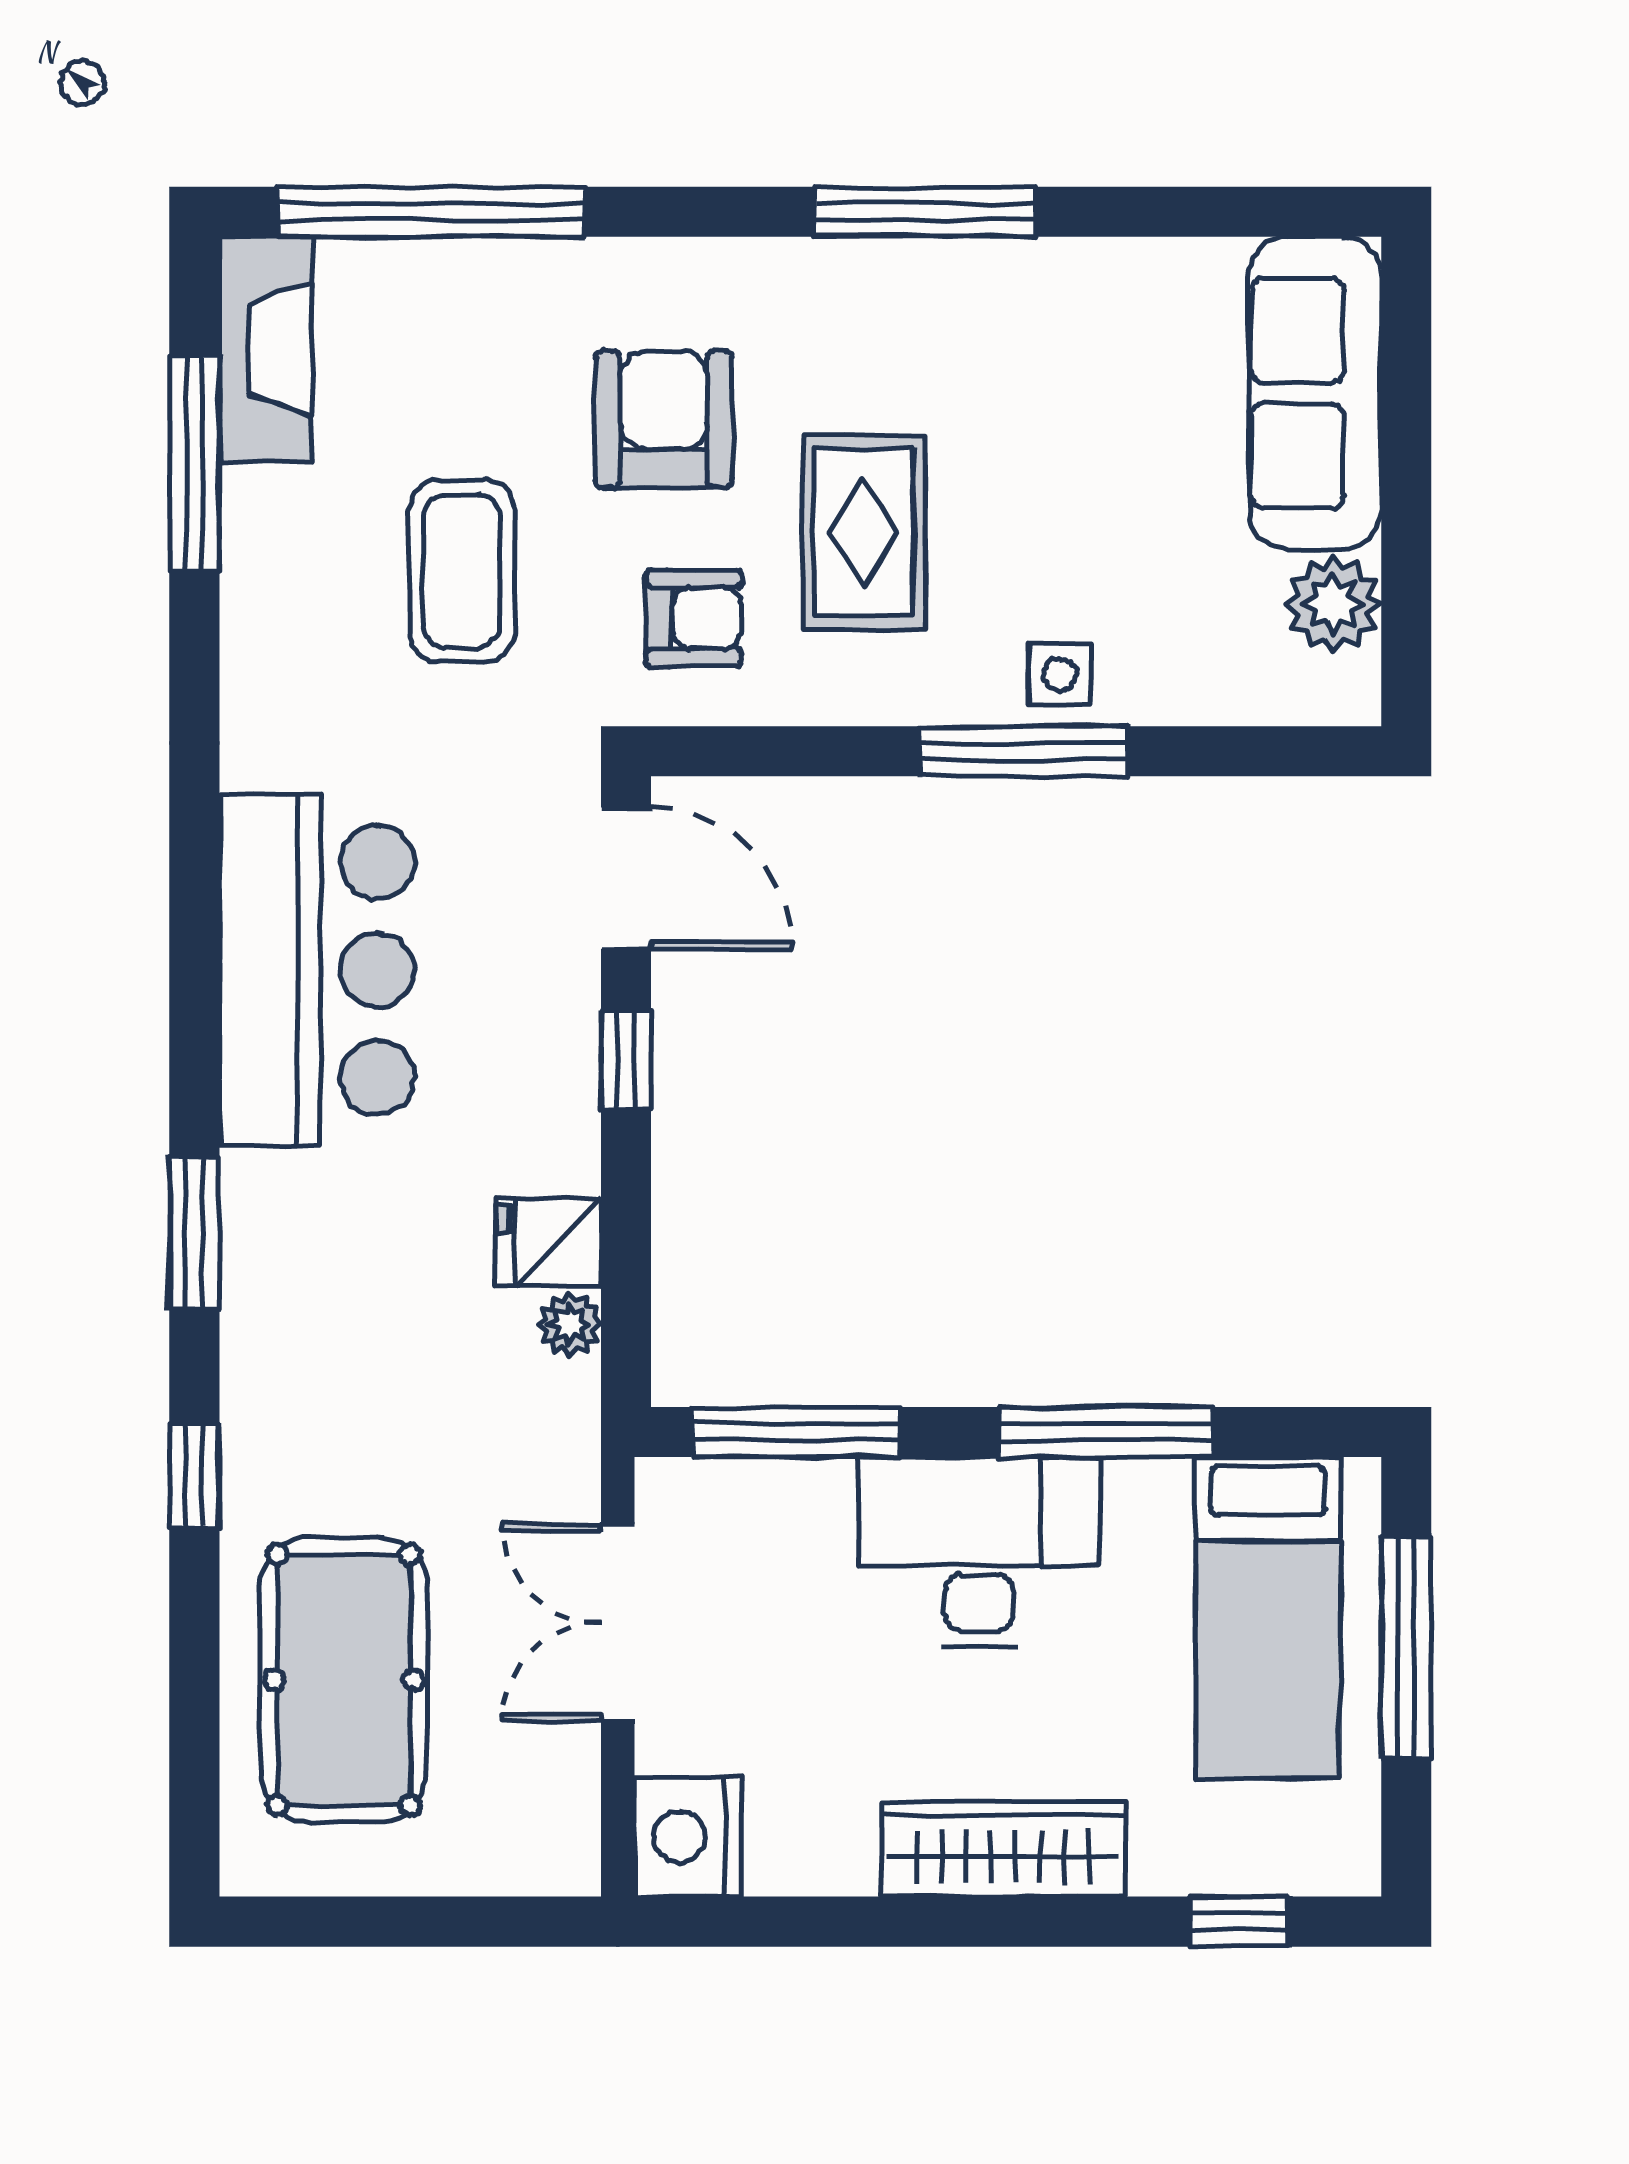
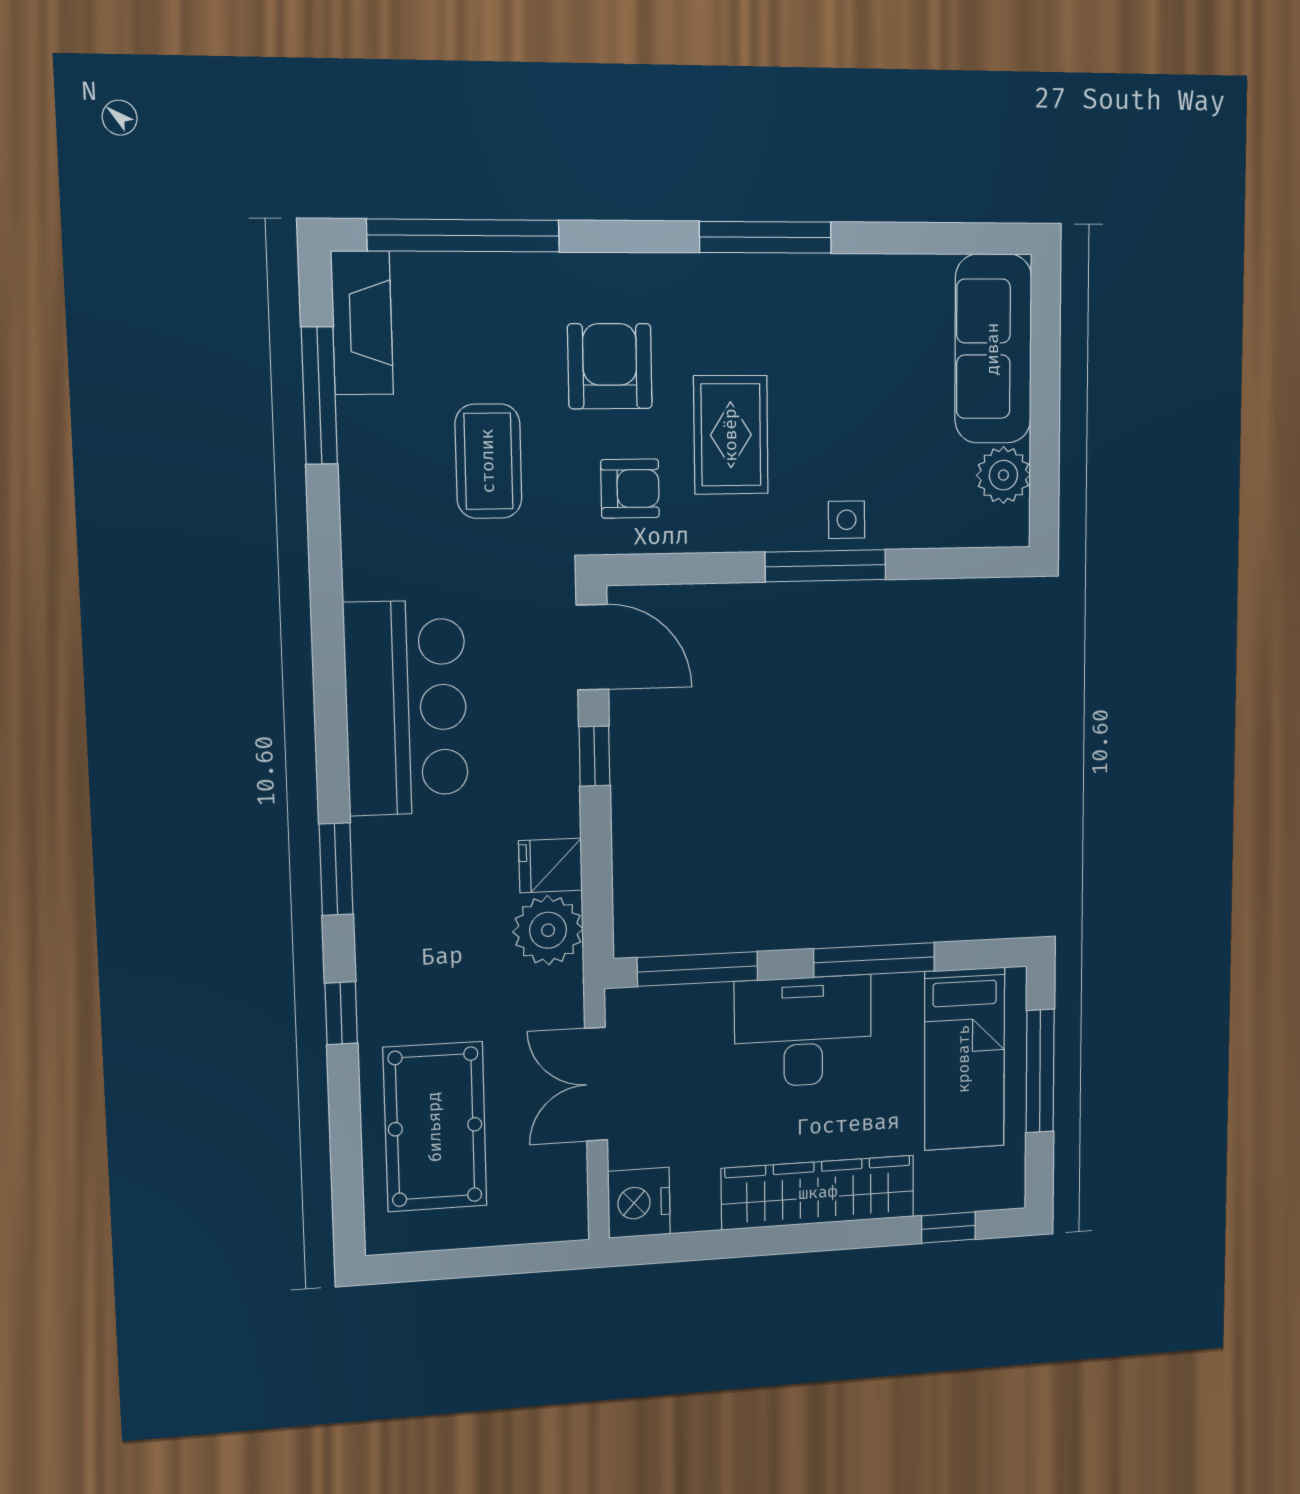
plant: (569, 1325) -> (548, 930), width x1.88, depth x1.88
wardrobe: (1003, 1849) -> (818, 1193), width x1.40, depth x1.17

